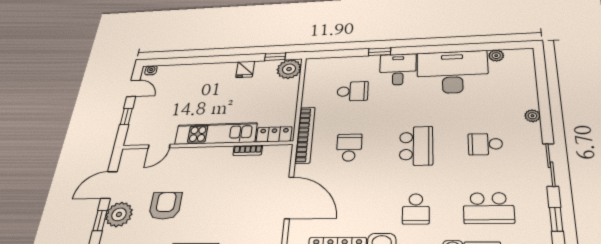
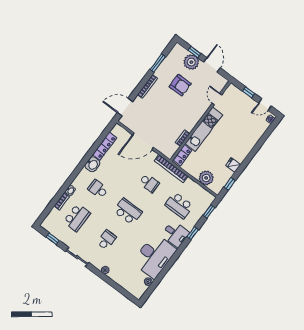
window: (333, 54) -> (209, 211), added
plant: (289, 69) -> (206, 178), moved
school desk: (353, 91) -> (179, 205), width x1.85
school desk: (416, 146) -> (128, 211), turned 180
school desk: (489, 208) -> (77, 218), turned 180

